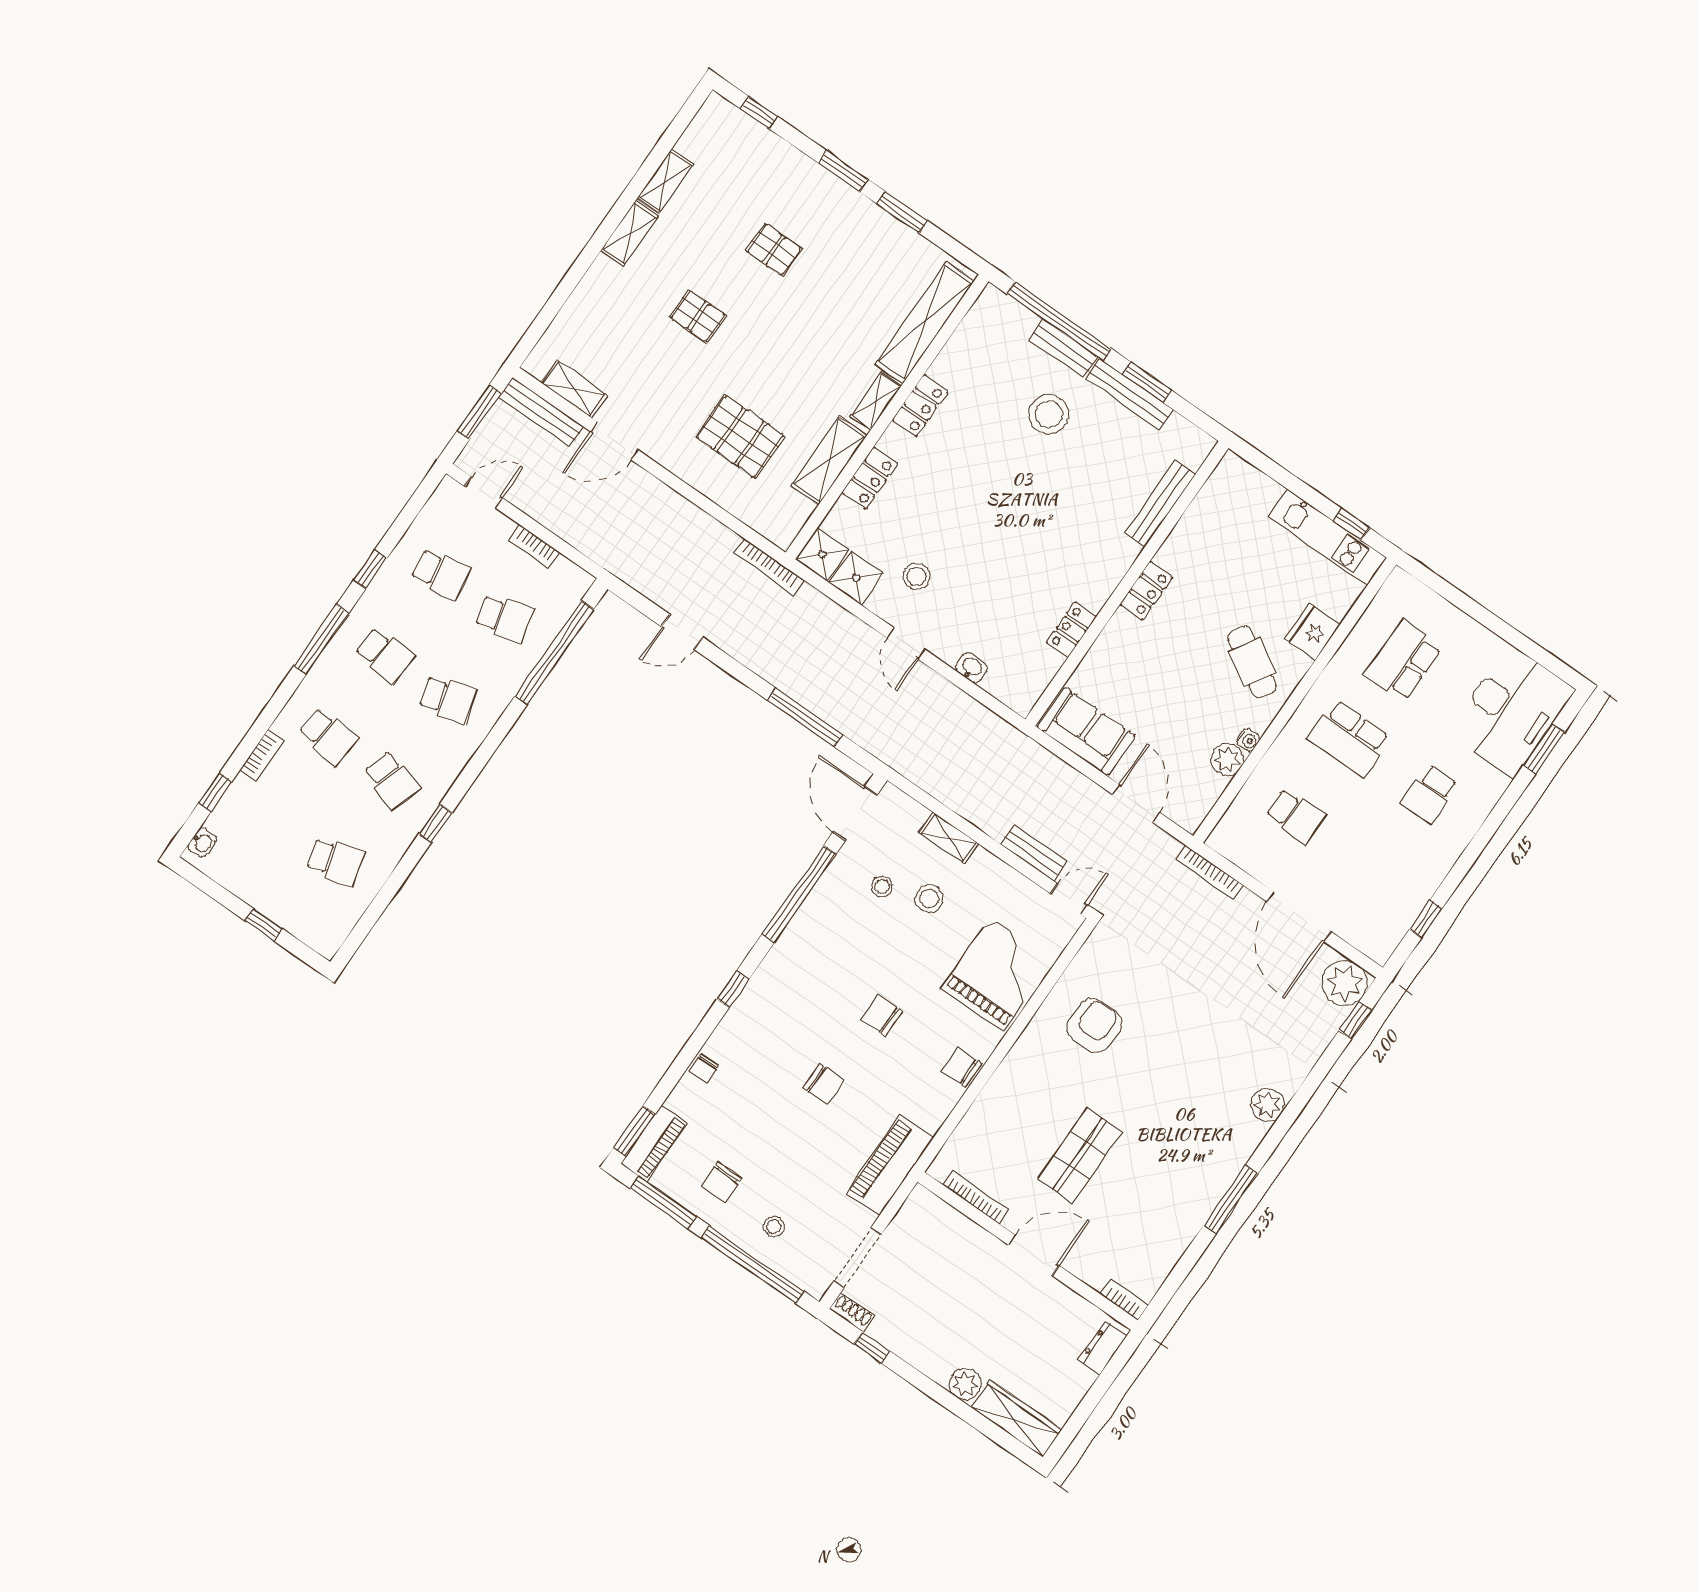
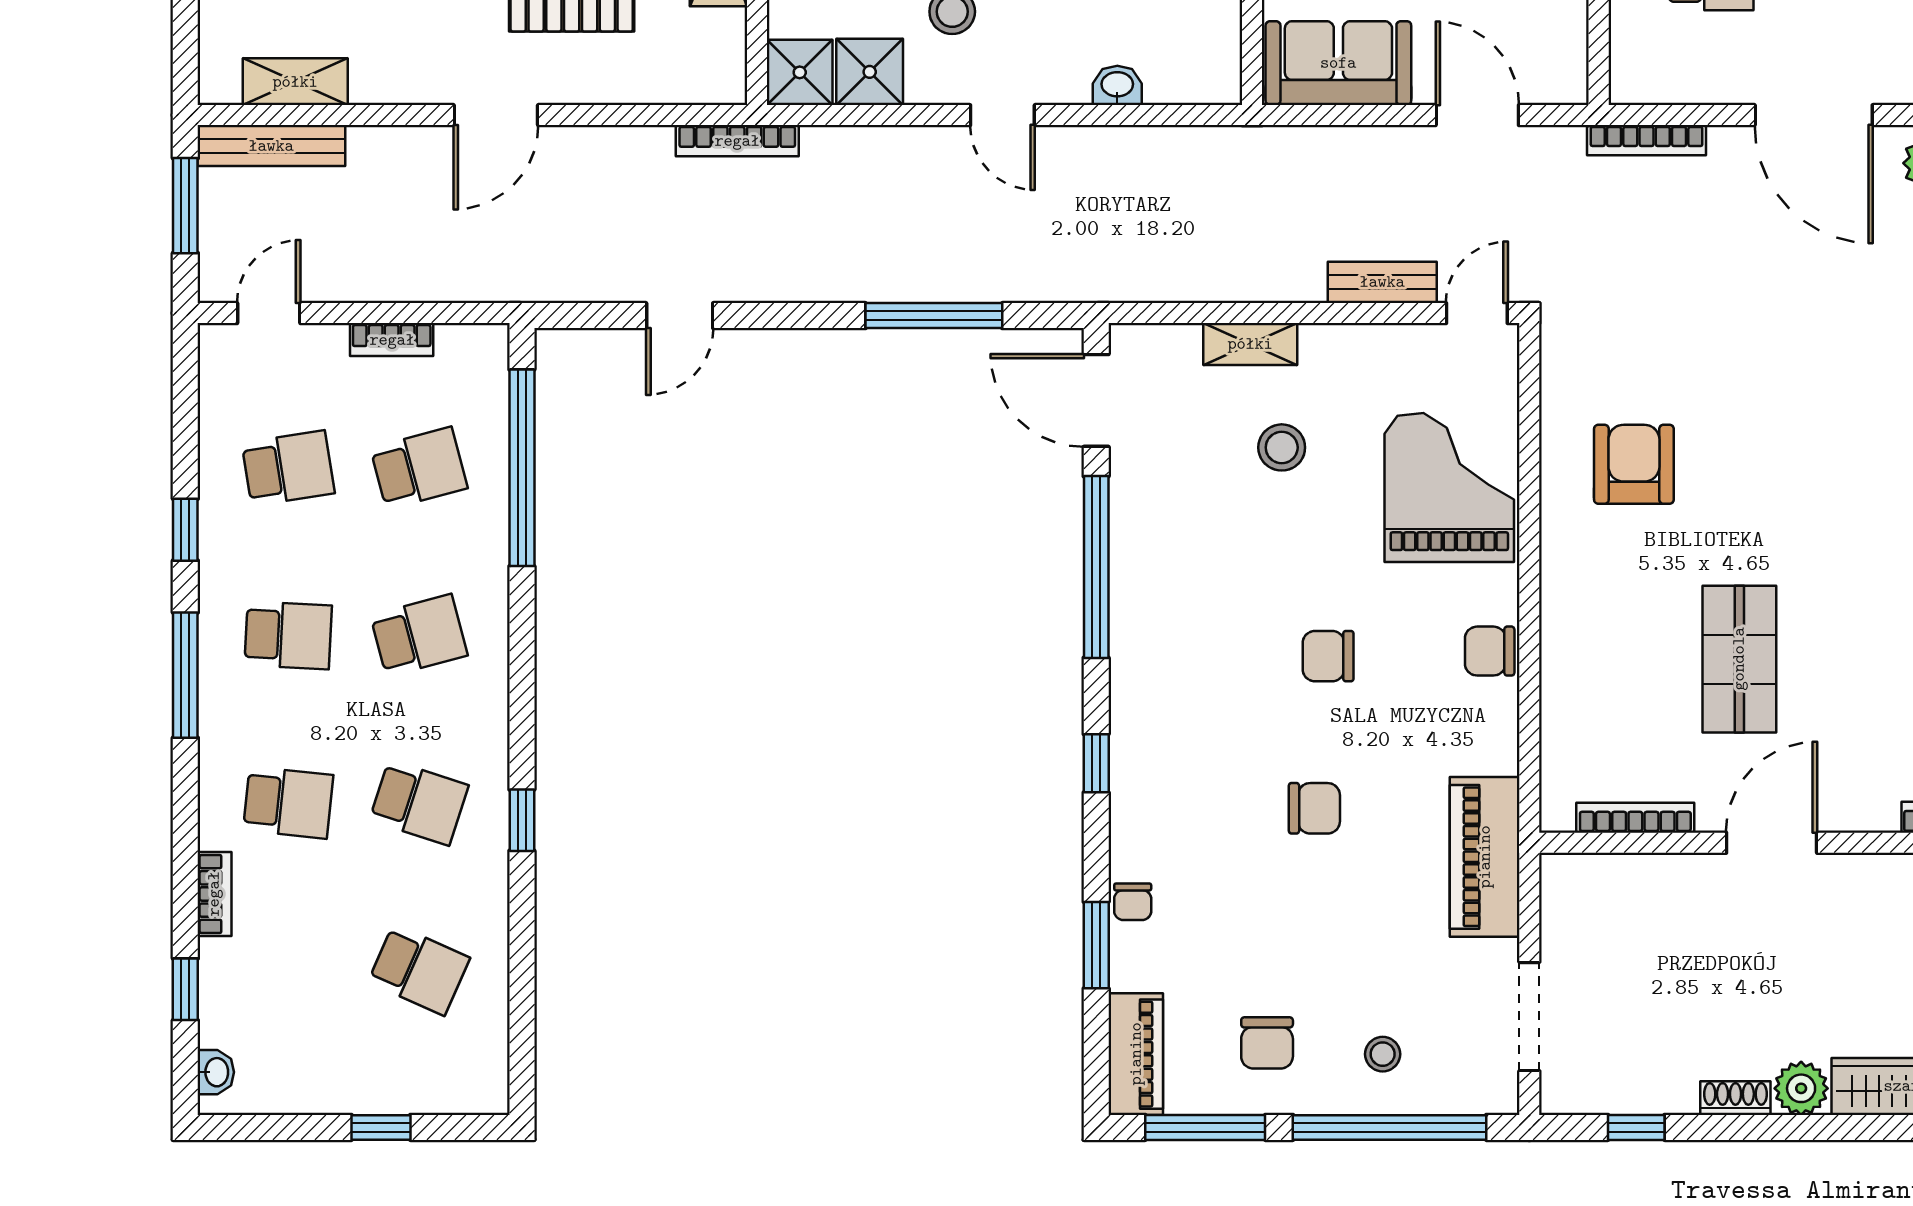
door: (614, 441) -> (496, 115), moved
school desk: (335, 861) -> (419, 970), turned 39
stool: (882, 886) -> (1204, 476), removed
window: (634, 1131) -> (1096, 945), moved
shoe rack: (852, 1312) -> (1735, 1098), moved

